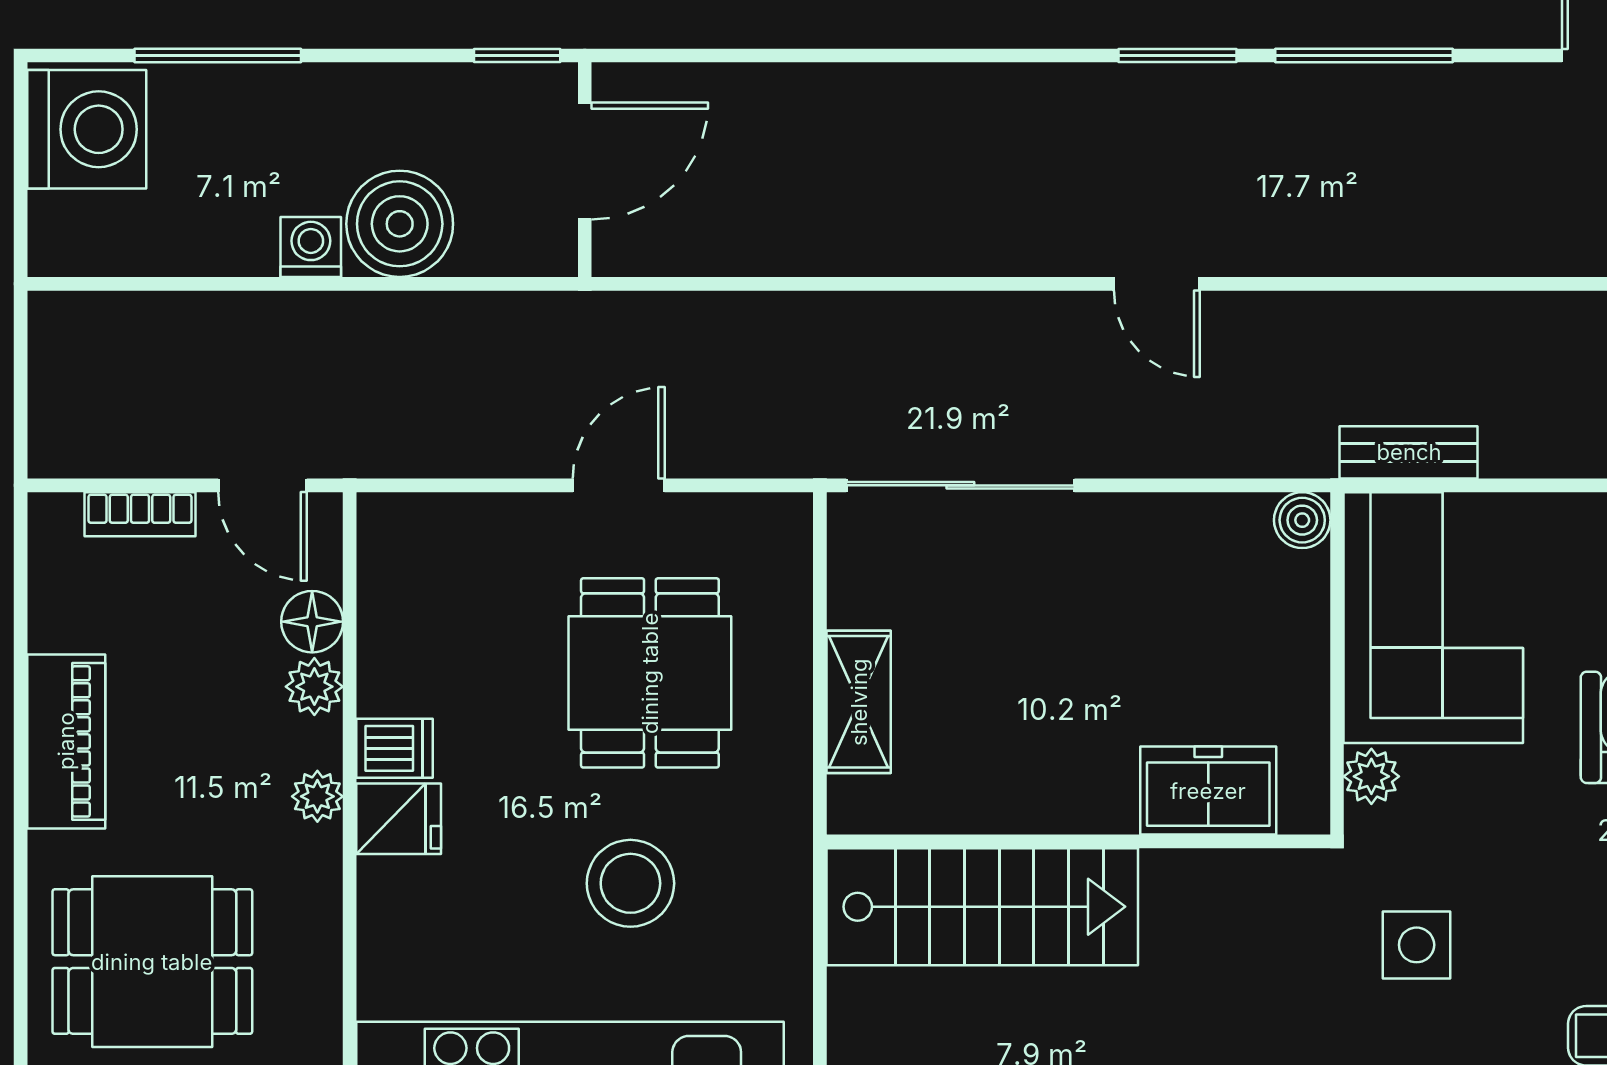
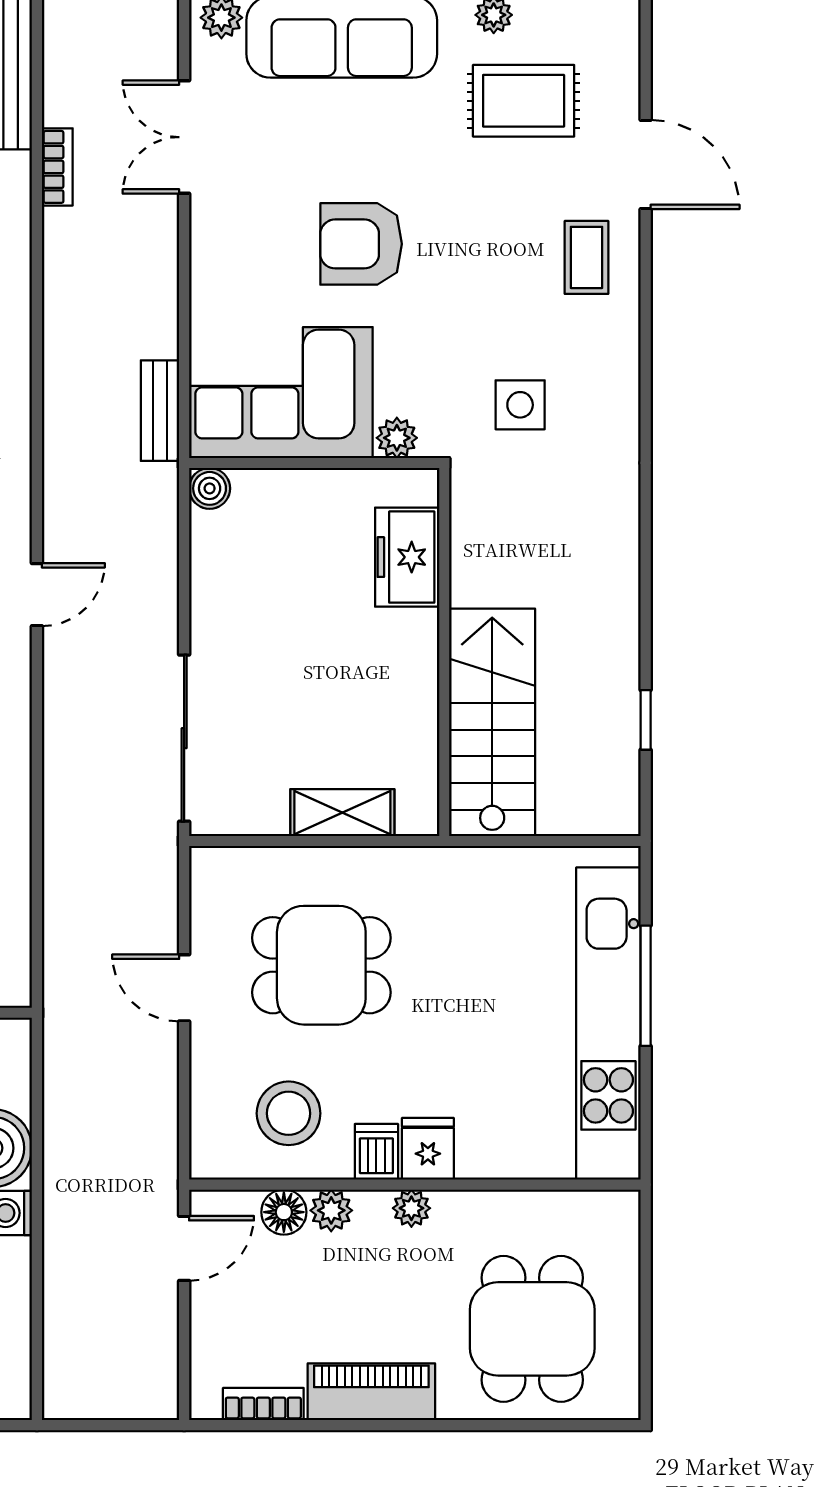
bookcase: (140, 514) -> (263, 1404), moved, turned -90
stool: (630, 883) -> (289, 1113), moved

